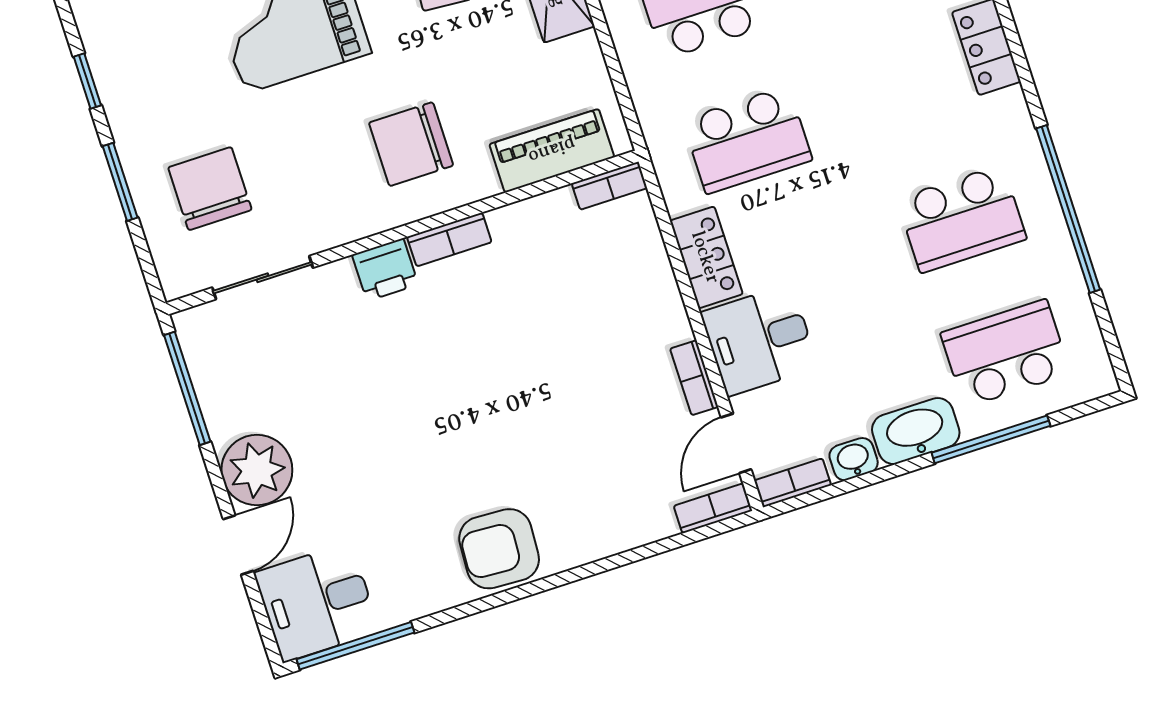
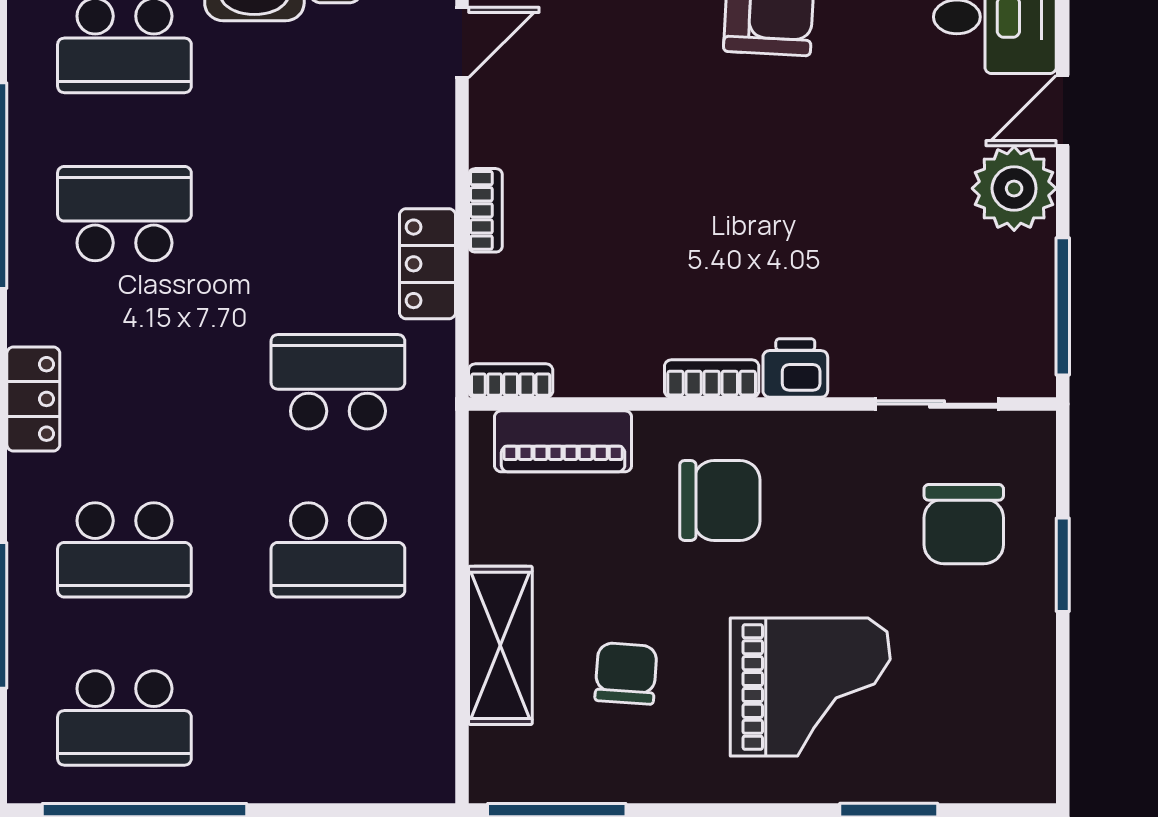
window: (87, 81) -> (1063, 691), removed
desk: (759, 340) -> (398, 151), removed
bookcase: (694, 378) -> (485, 210), moved

